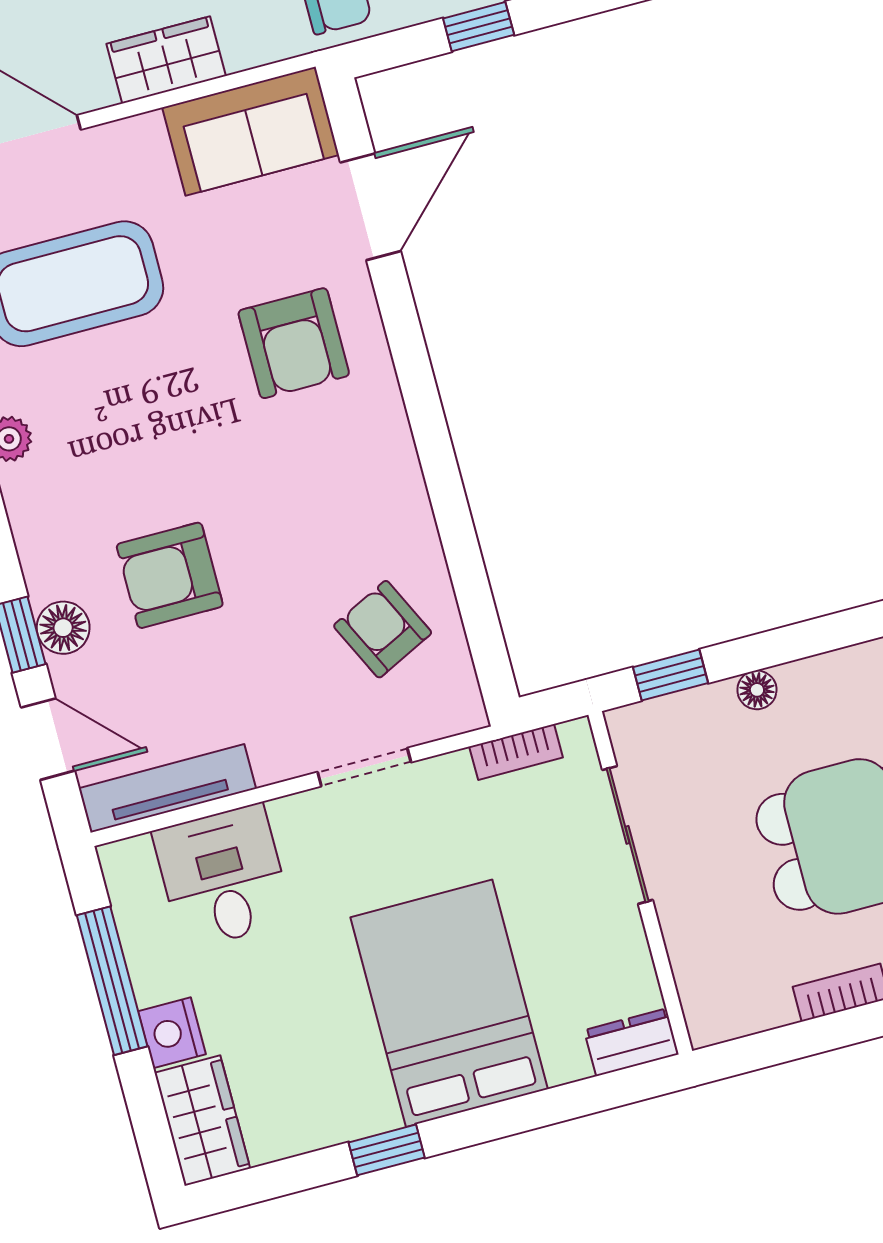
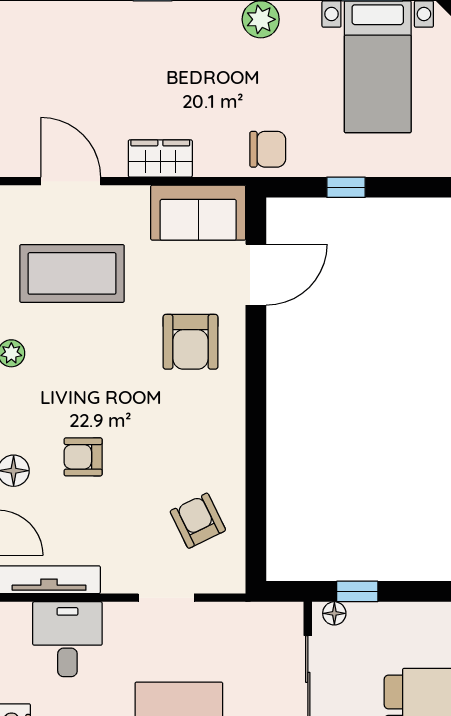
armchair: (170, 575) -> (83, 457), width x0.72, depth x0.72
floor lamp: (757, 690) -> (334, 613), moved
bookcase: (516, 752) -> (256, 612), removed

